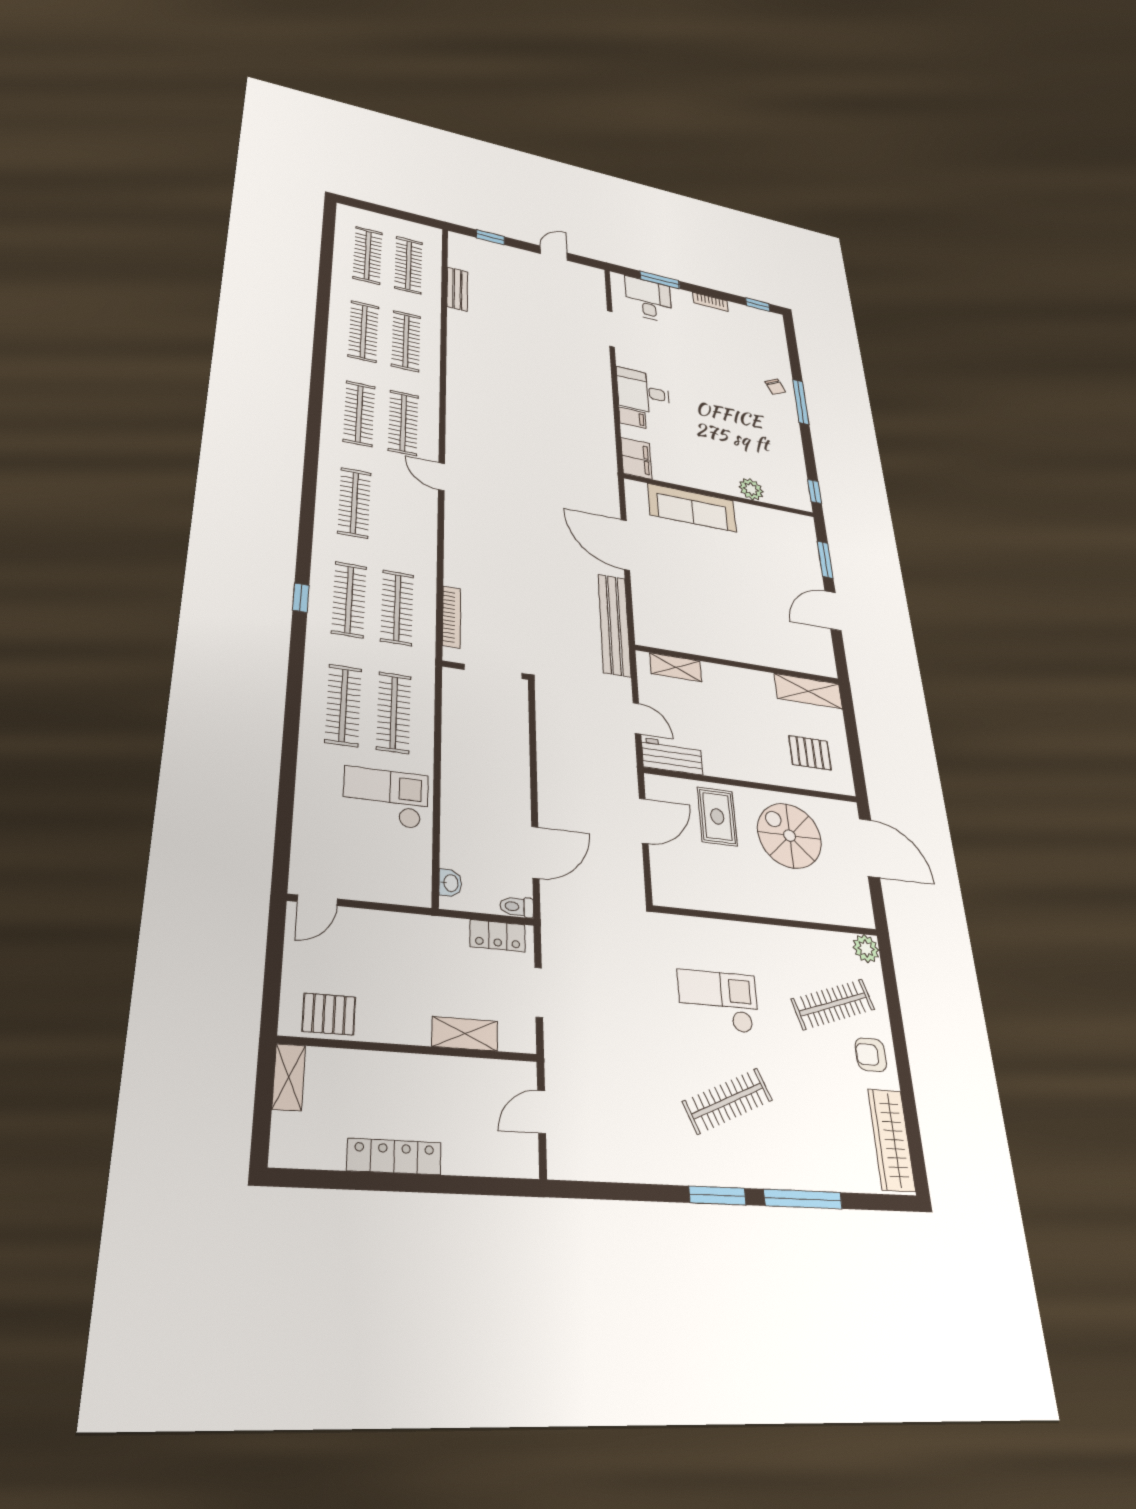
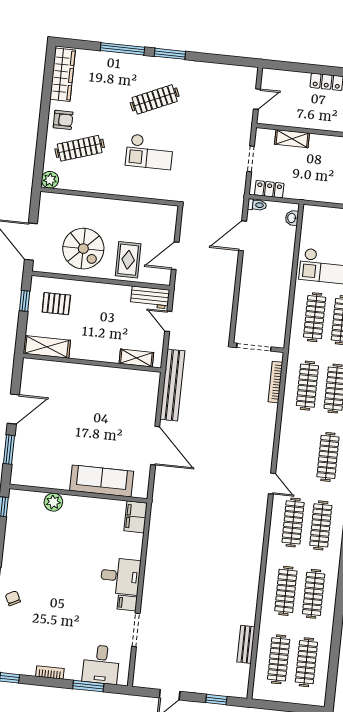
filing cabinet: (632, 418) -> (127, 603), moved
window: (856, 759) -> (25, 301), added

